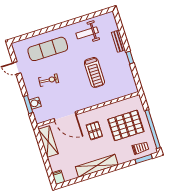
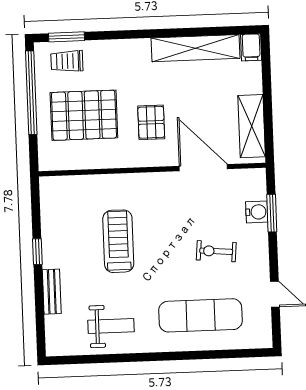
shelving: (97, 166) -> (195, 48), moved

